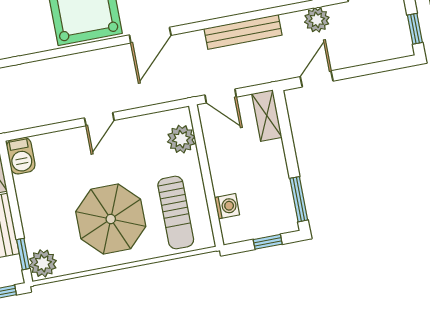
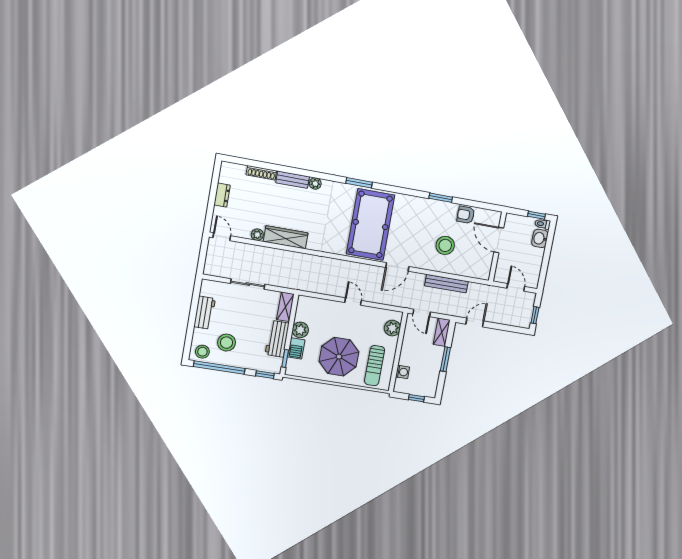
plant: (317, 20) -> (487, 292), removed
door: (99, 119) -> (353, 302), swing flipped
barbecue: (21, 156) -> (296, 348), moved
window: (299, 199) -> (445, 359), moved
plant: (43, 263) -> (300, 330), moved

